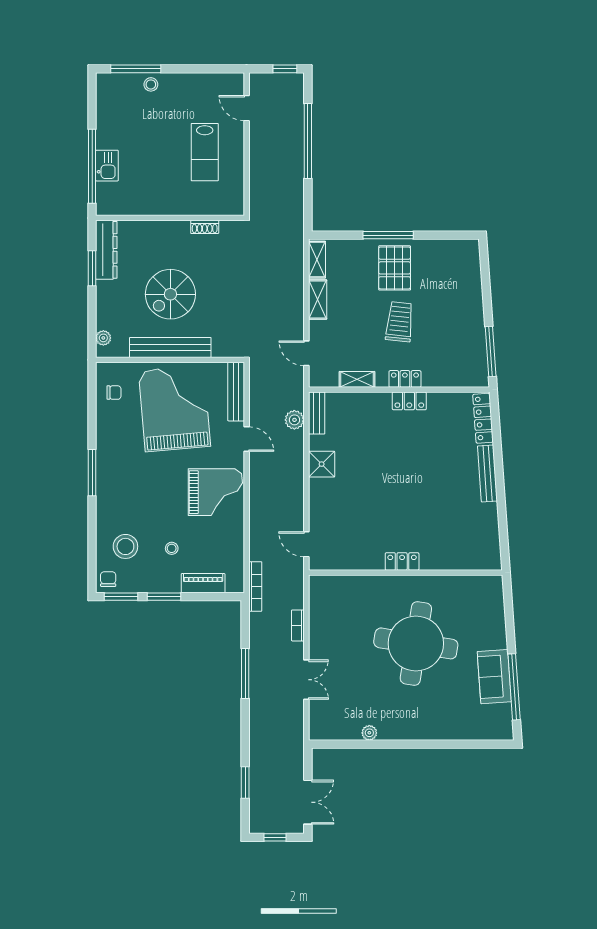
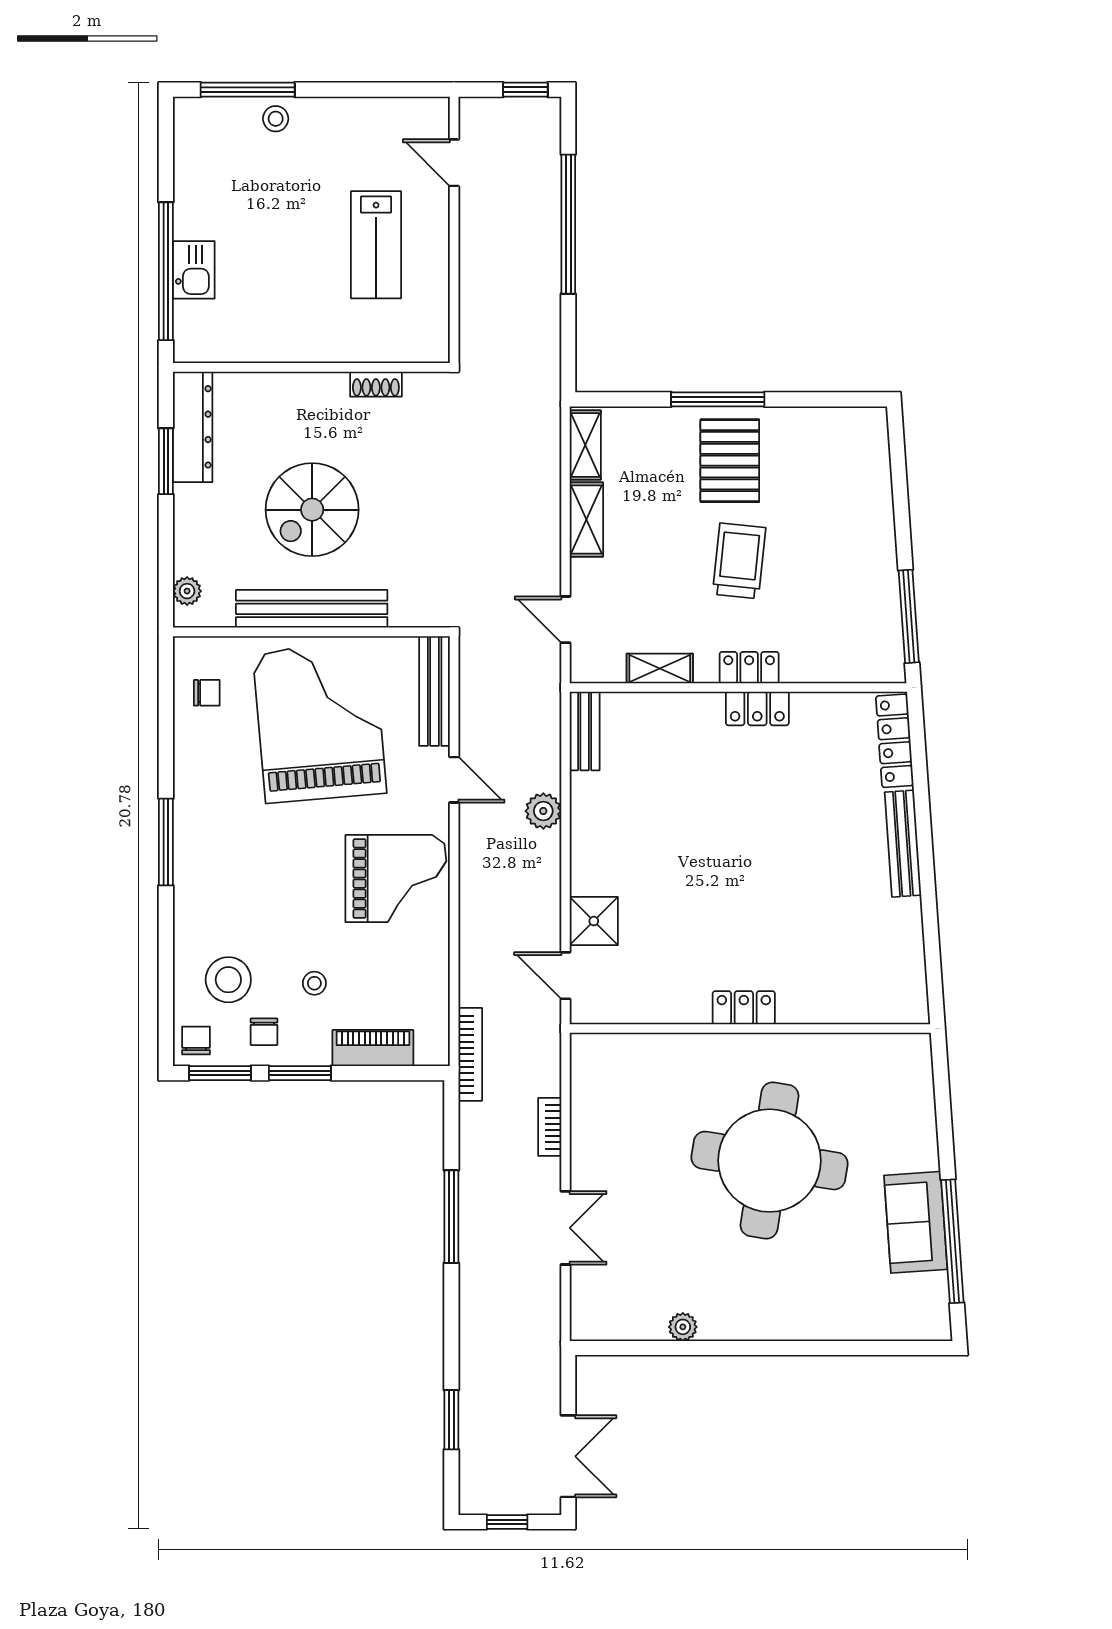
plant: (294, 420) -> (543, 811), moved
shower: (322, 464) -> (594, 921), moved
chair: (145, 574) -> (264, 1032), added

